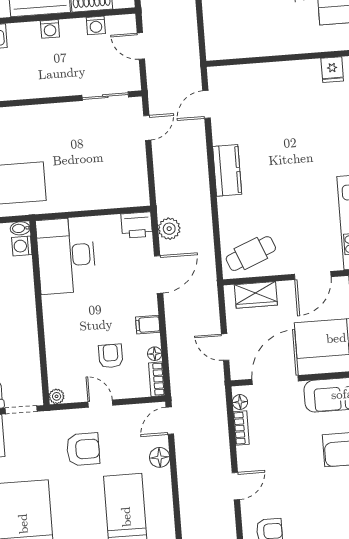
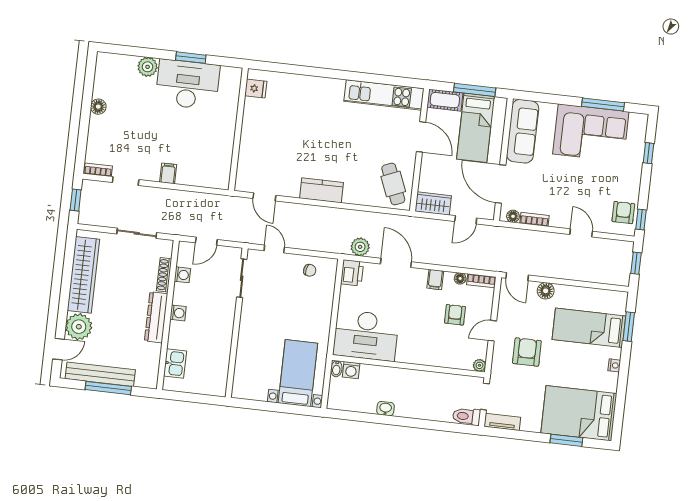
chair: (130, 175) -> (310, 270), added
wardrobe: (256, 295) -> (433, 204), moved, turned -90
armchair: (111, 356) -> (455, 315), turned 90

